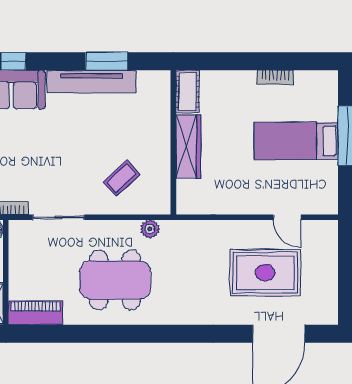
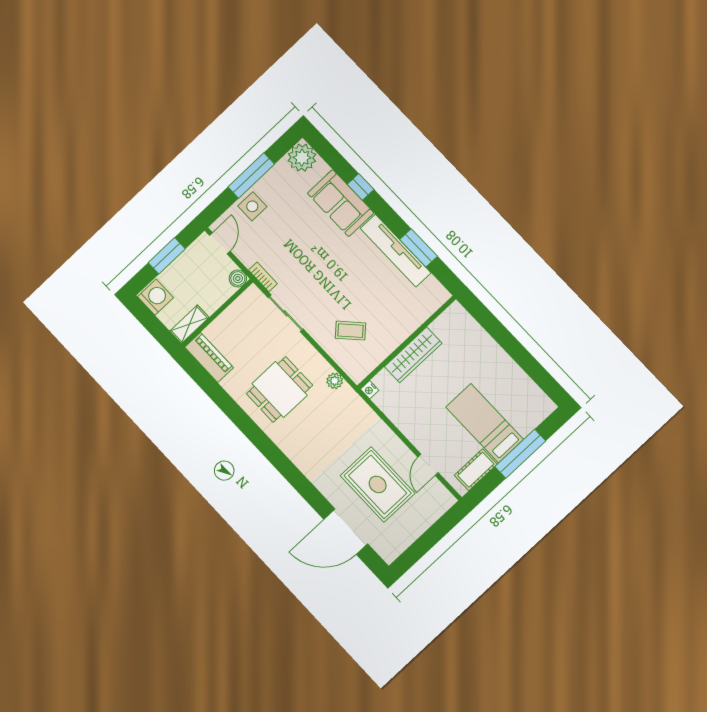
bookcase: (275, 77) -> (514, 369), removed
cot: (188, 91) -> (476, 470), moved
nightstand: (183, 208) -> (370, 390), added
dining table: (115, 280) -> (279, 389), width x0.73

